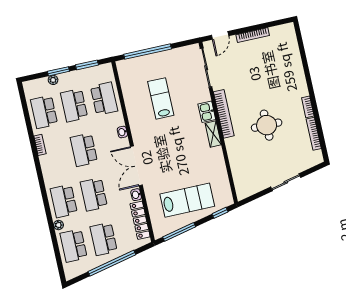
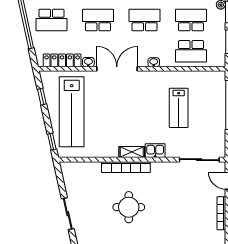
lab bench: (161, 98) -> (179, 108), turned 90
bookcase: (224, 114) -> (126, 167), moved
lab bench: (187, 200) -> (72, 112), width x1.36
window: (179, 232) -> (42, 97), width x0.46
school desk: (104, 239) -> (51, 20), turned 180

